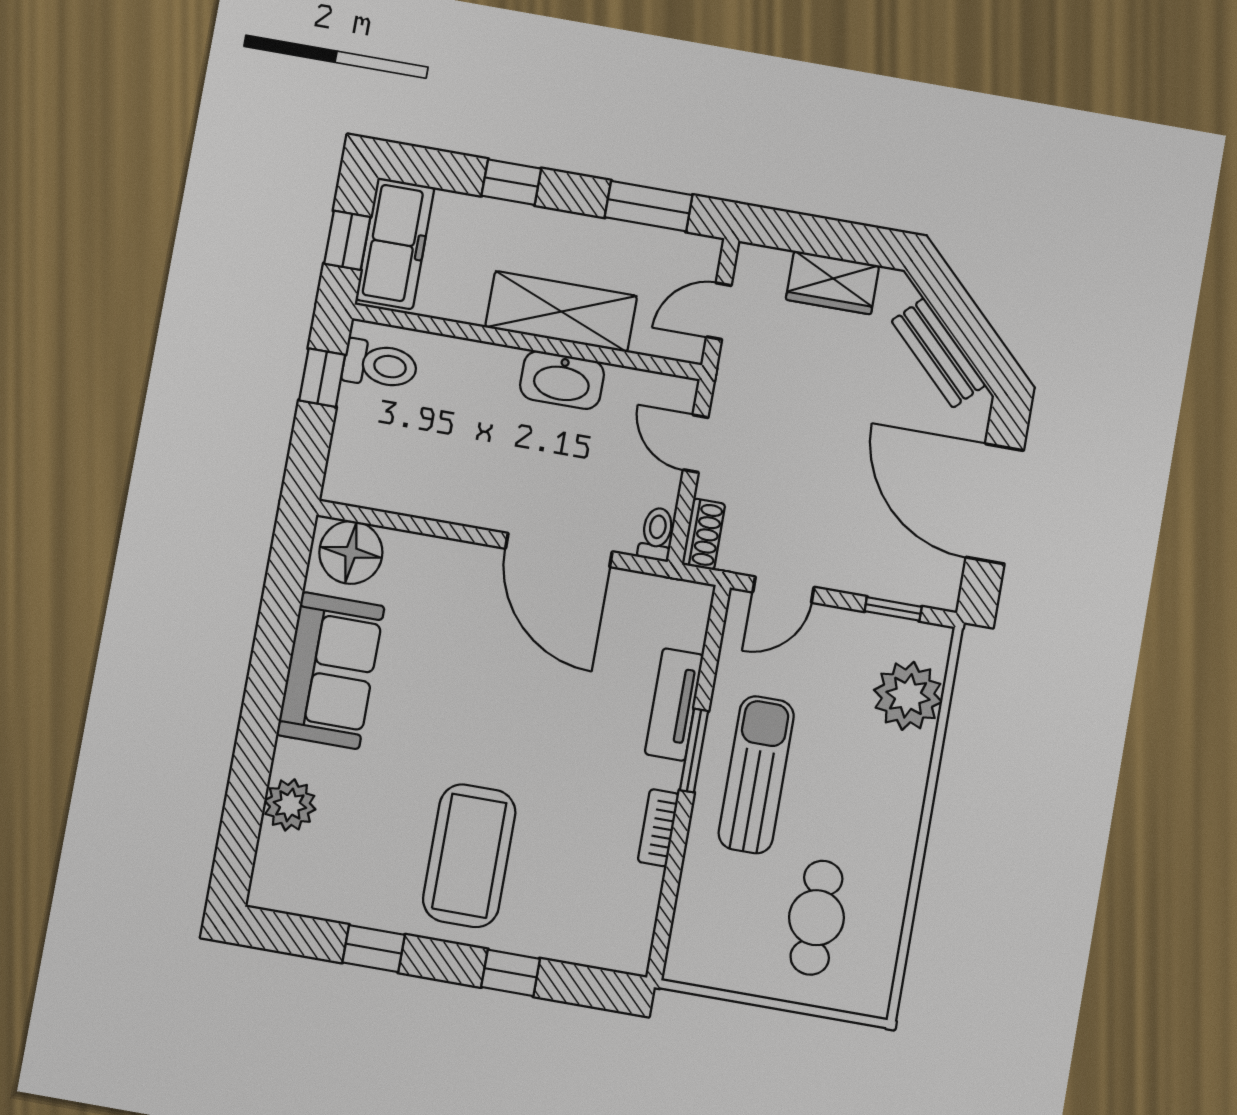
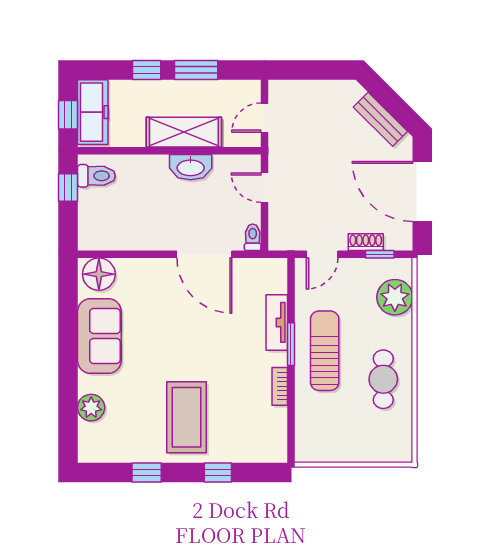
window: (649, 206) -> (196, 70), moved
wardrobe: (832, 283) -> (320, 93), removed
shoe rack: (703, 534) -> (366, 242), moved, turned -90
cafe table: (816, 918) -> (383, 379), moved

